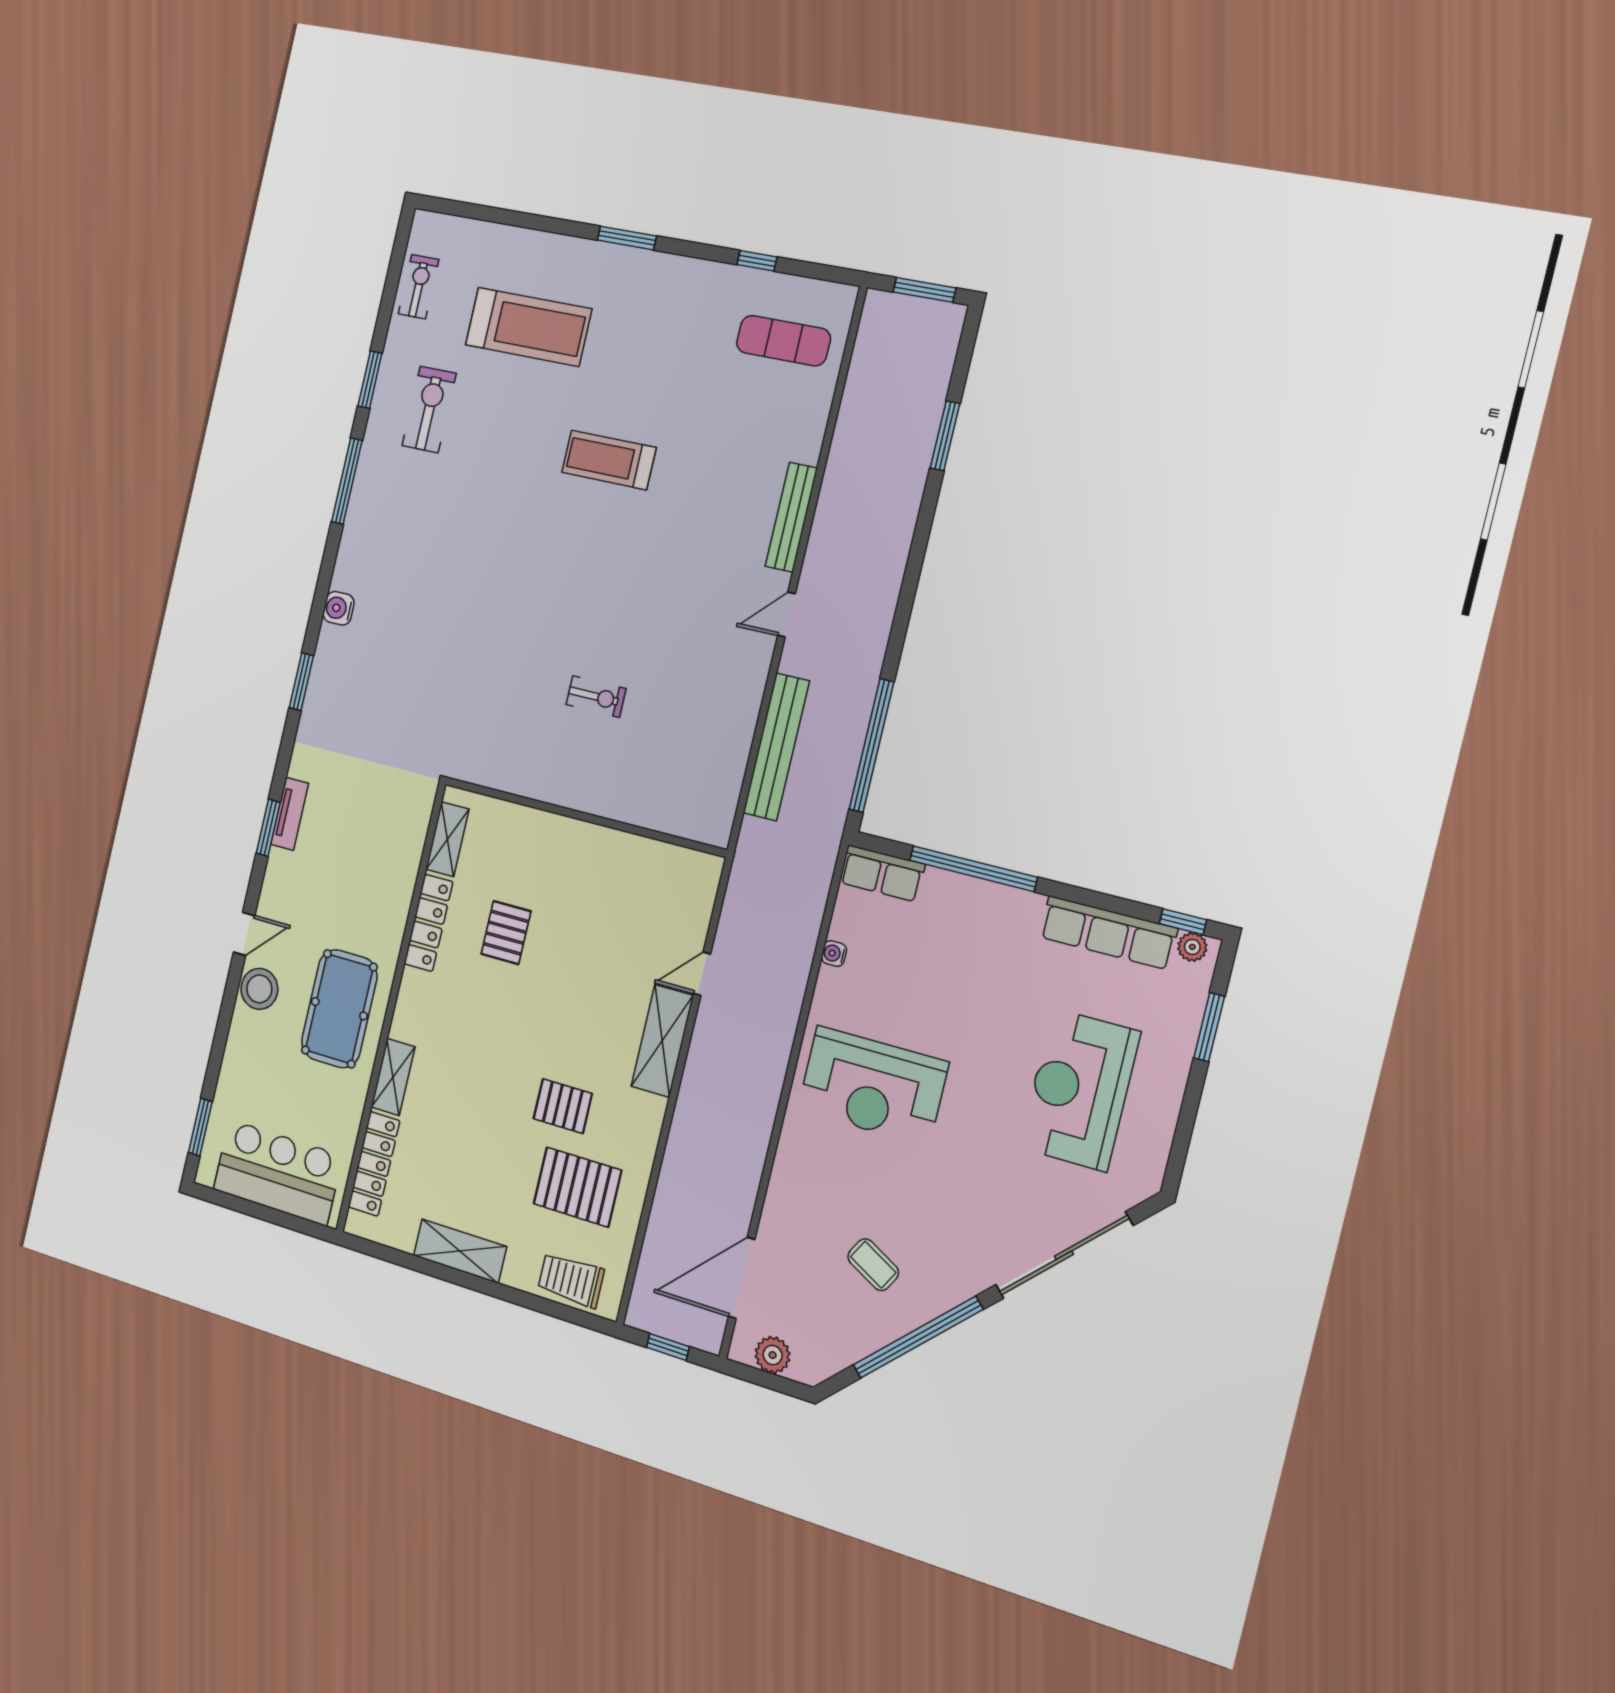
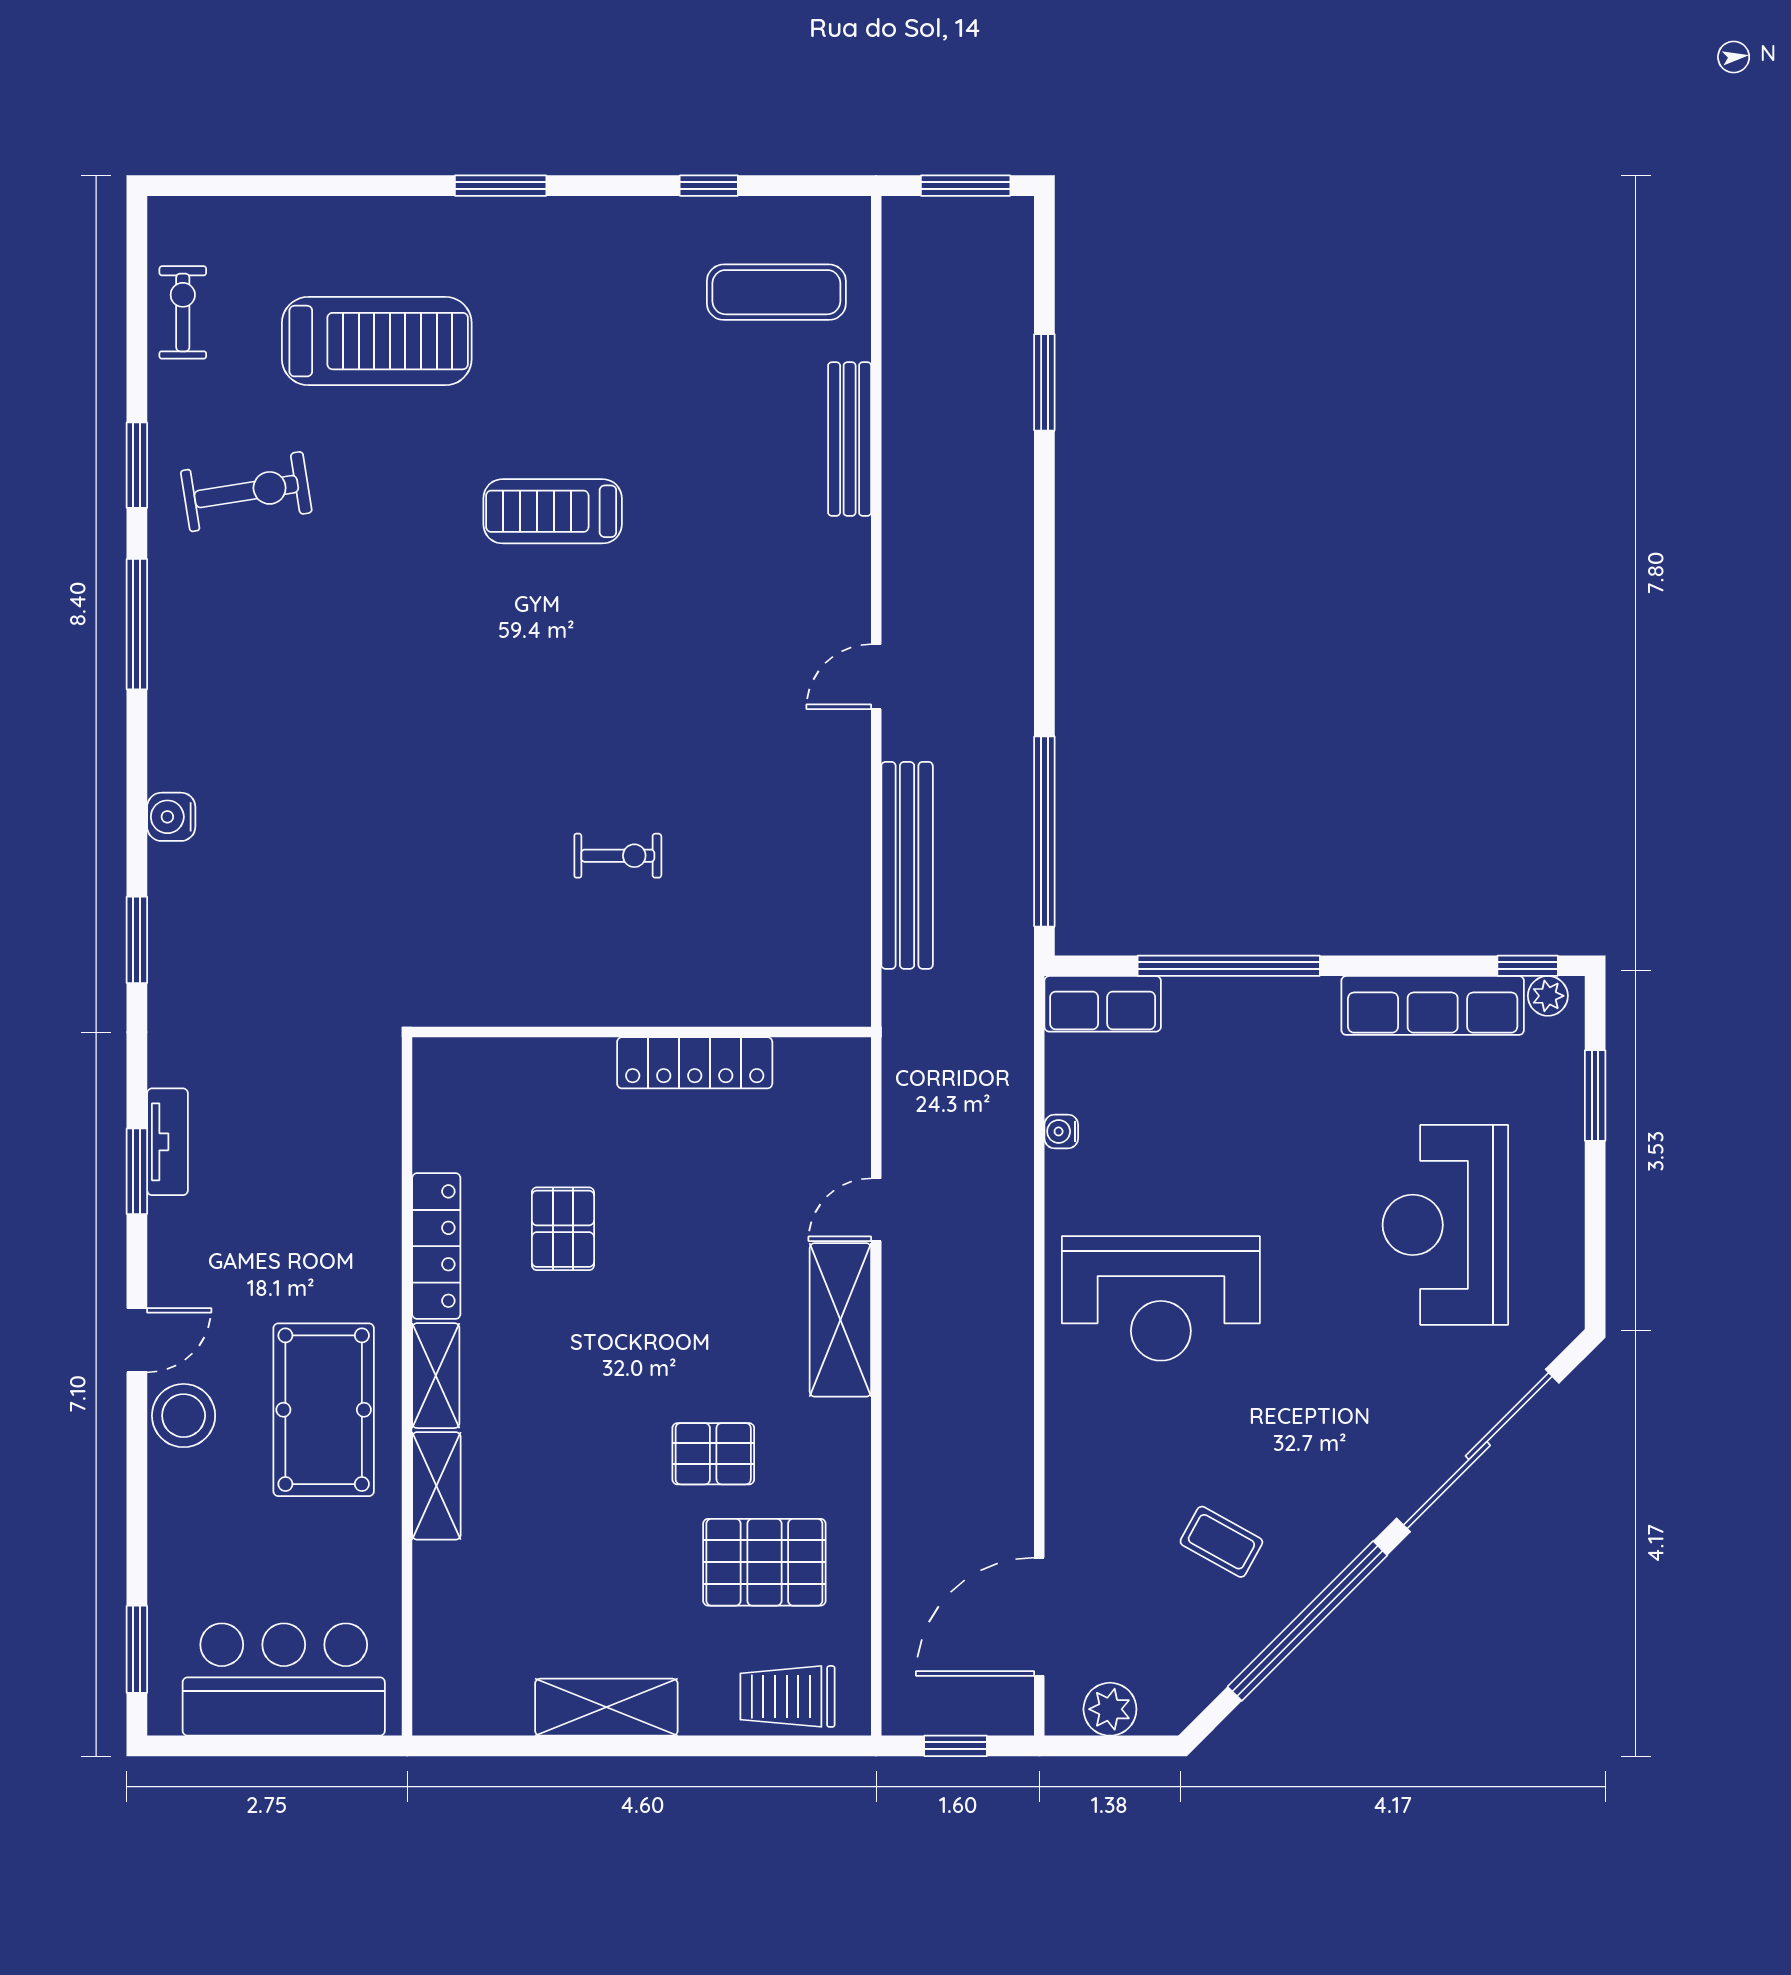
exercise bike: (429, 409) -> (246, 492), turned 81
bench: (791, 517) -> (850, 439), moved
shelving: (447, 839) -> (436, 1376), moved
locker: (374, 1164) -> (695, 1063), moved, turned 90

